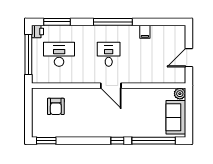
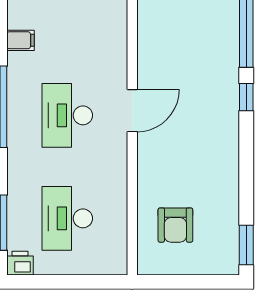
desk: (109, 54) -> (67, 115), width x1.37
window: (28, 55) -> (68, 282), removed
armchair: (56, 106) -> (175, 225), turned 90

